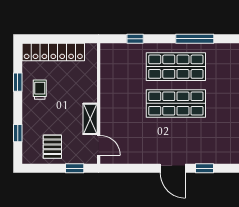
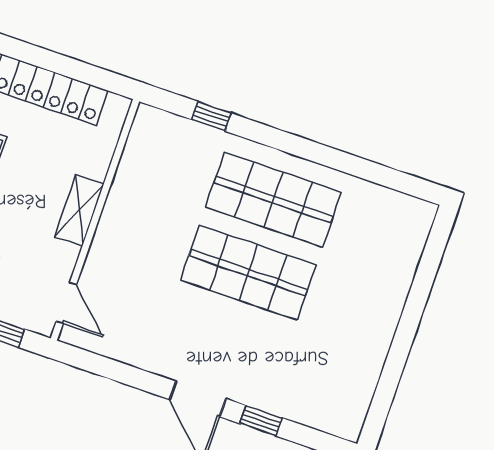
window: (195, 39) -> (330, 157), removed
shelving: (90, 119) -> (79, 210), moved

